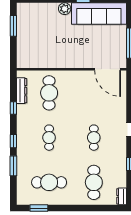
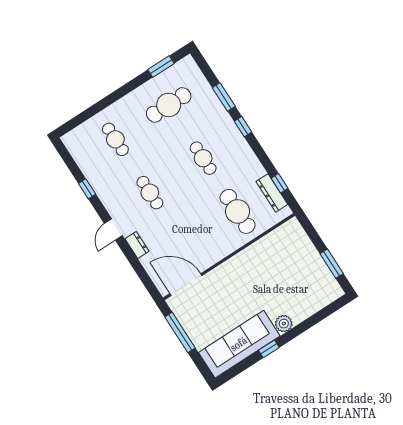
window: (13, 108) -> (280, 183), moved
cafe table: (94, 182) -> (115, 139), width x0.73, depth x0.74
dresser: (122, 196) -> (137, 245), moved

